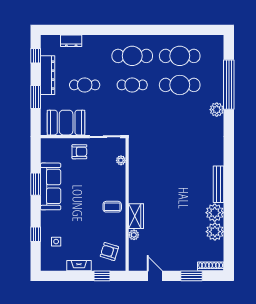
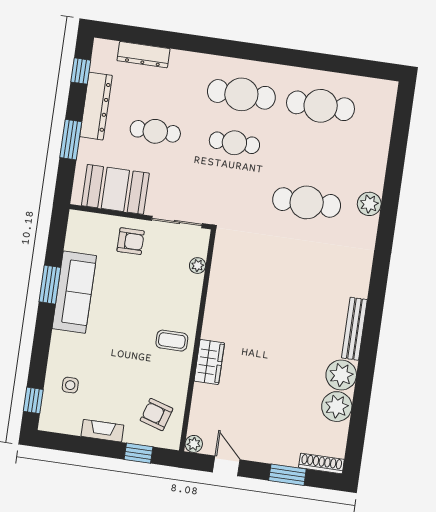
dresser: (71, 41) -> (143, 55), width x1.44
cafe table: (180, 85) -> (307, 202), moved
window: (229, 85) -> (395, 165), removed
window: (36, 234) -> (33, 400), moved
plant: (134, 235) -> (194, 444), moved

